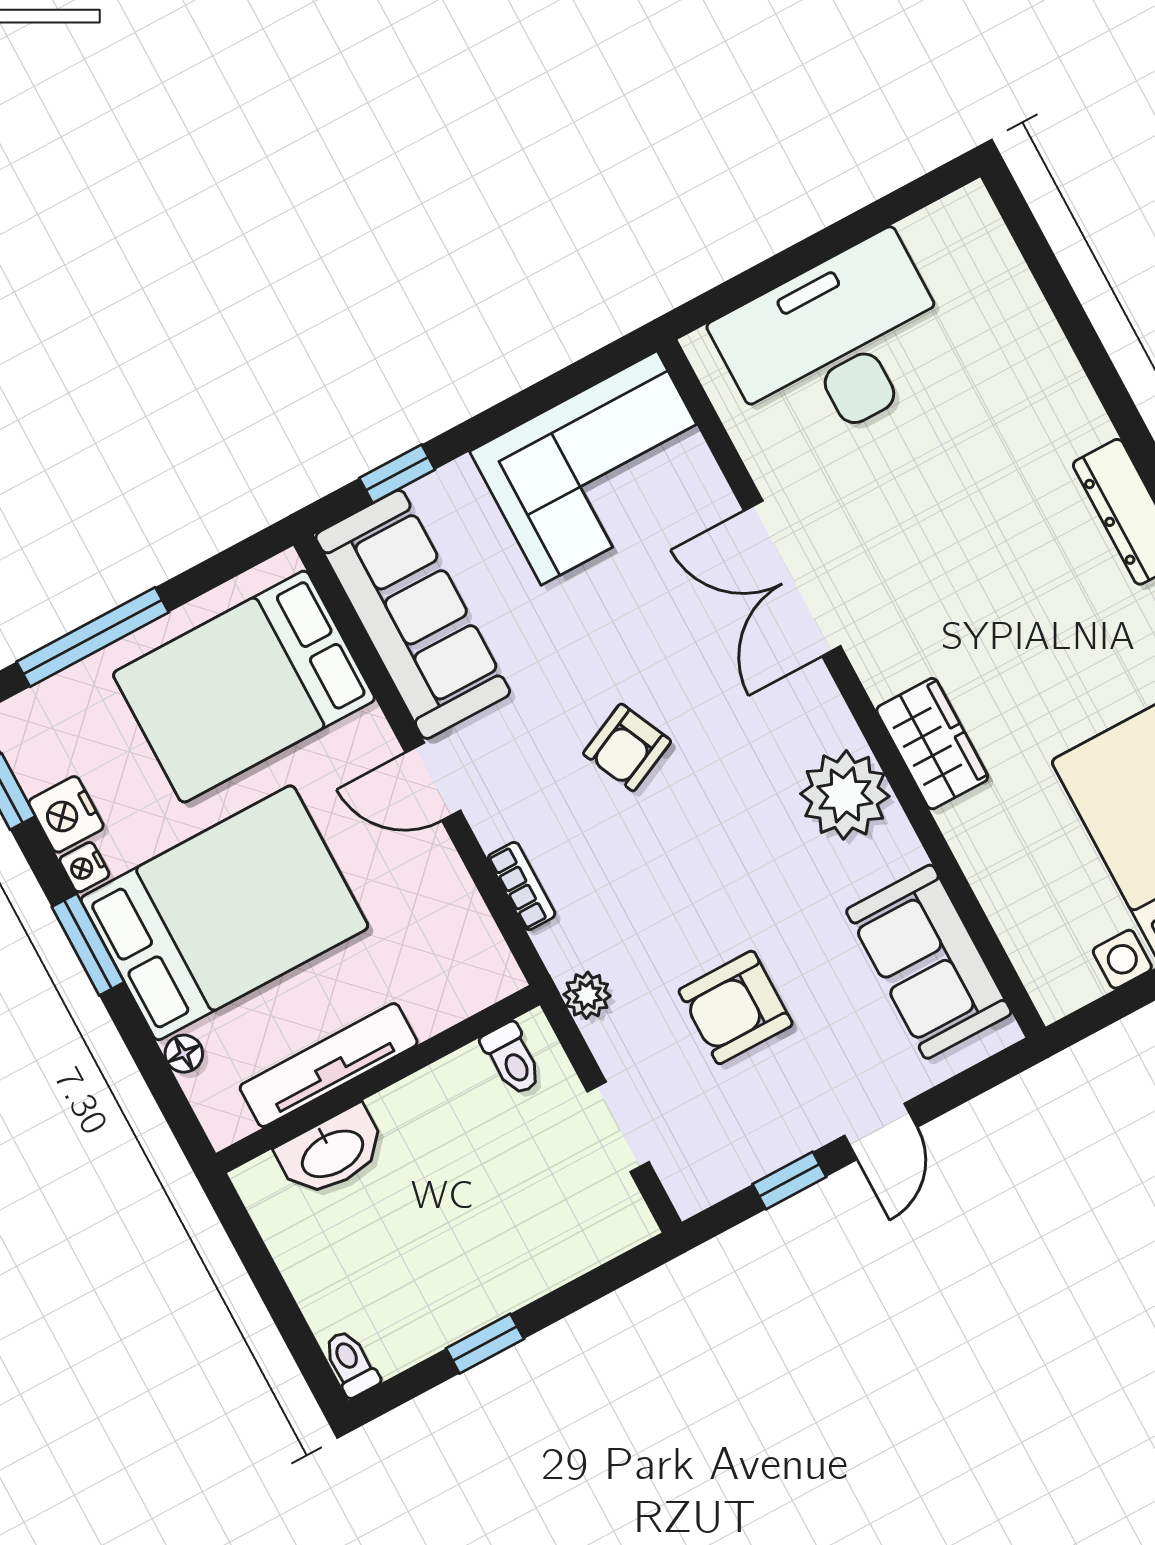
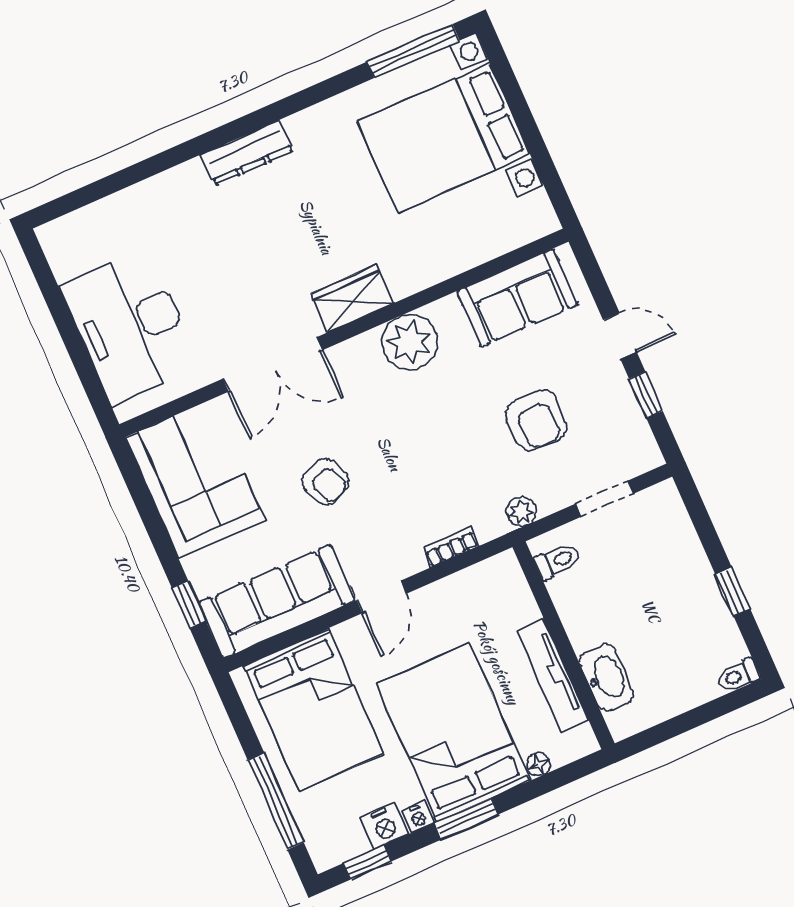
wardrobe: (932, 744) -> (352, 298), moved
armchair: (627, 747) -> (325, 482), moved

